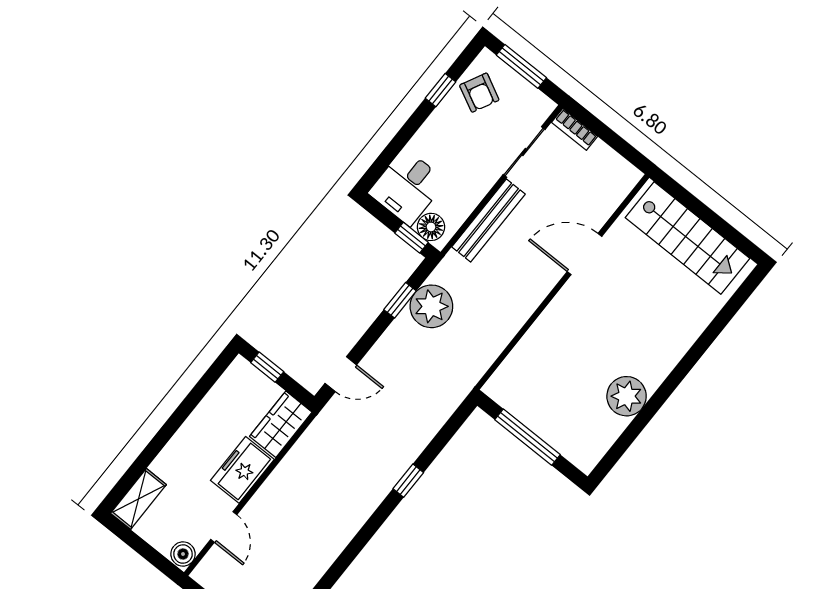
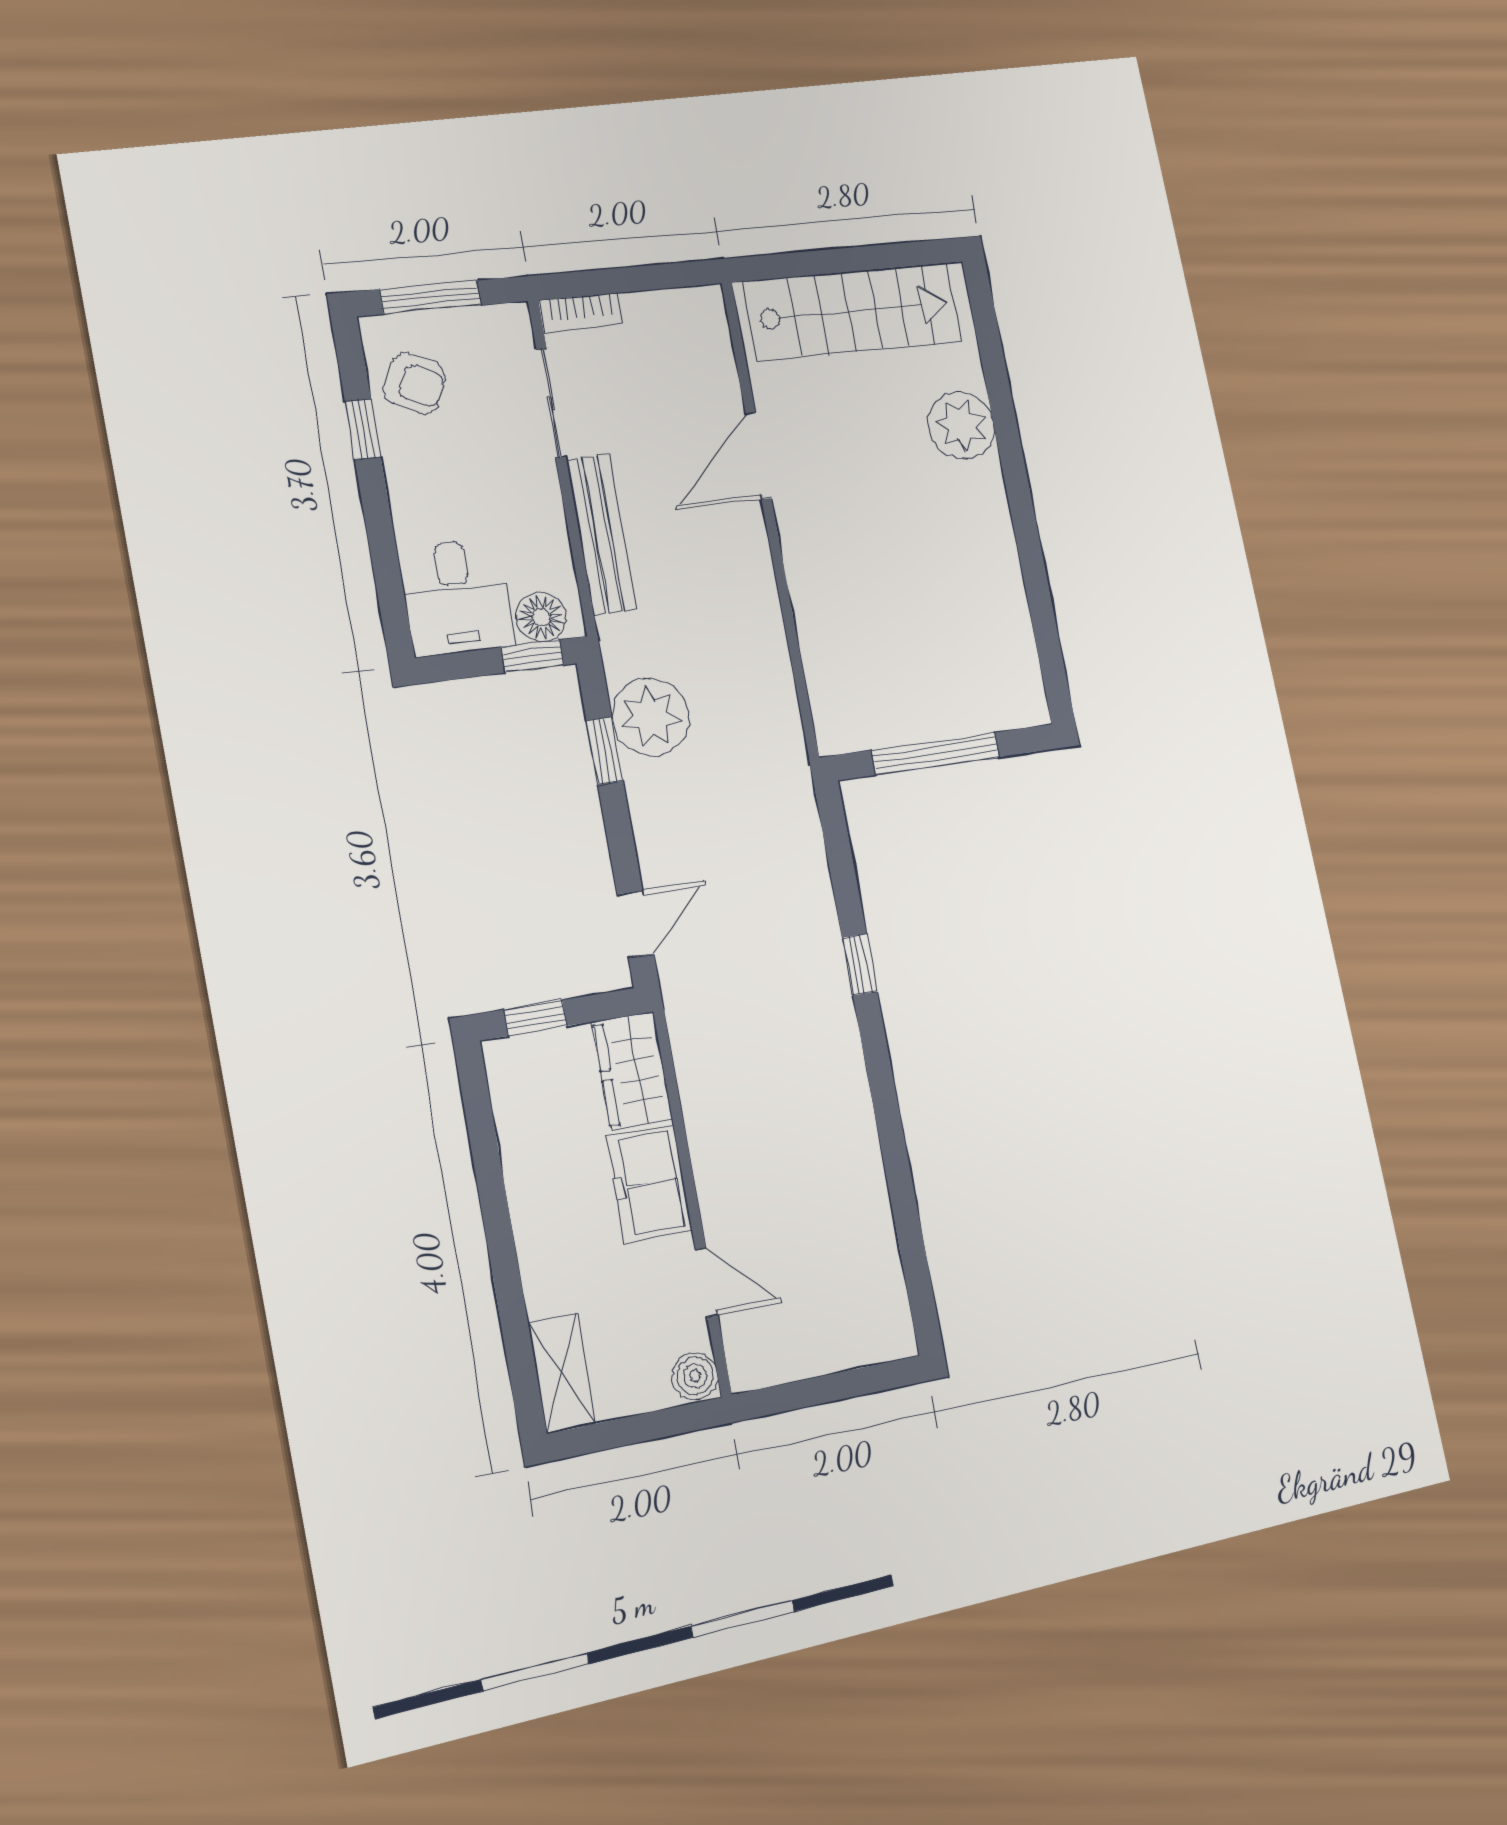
plant: (627, 396) -> (961, 426), moved

